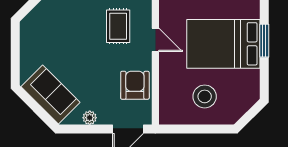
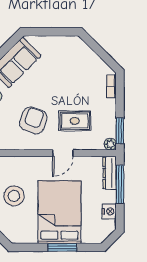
armchair: (135, 85) -> (33, 120), moved, turned -70

